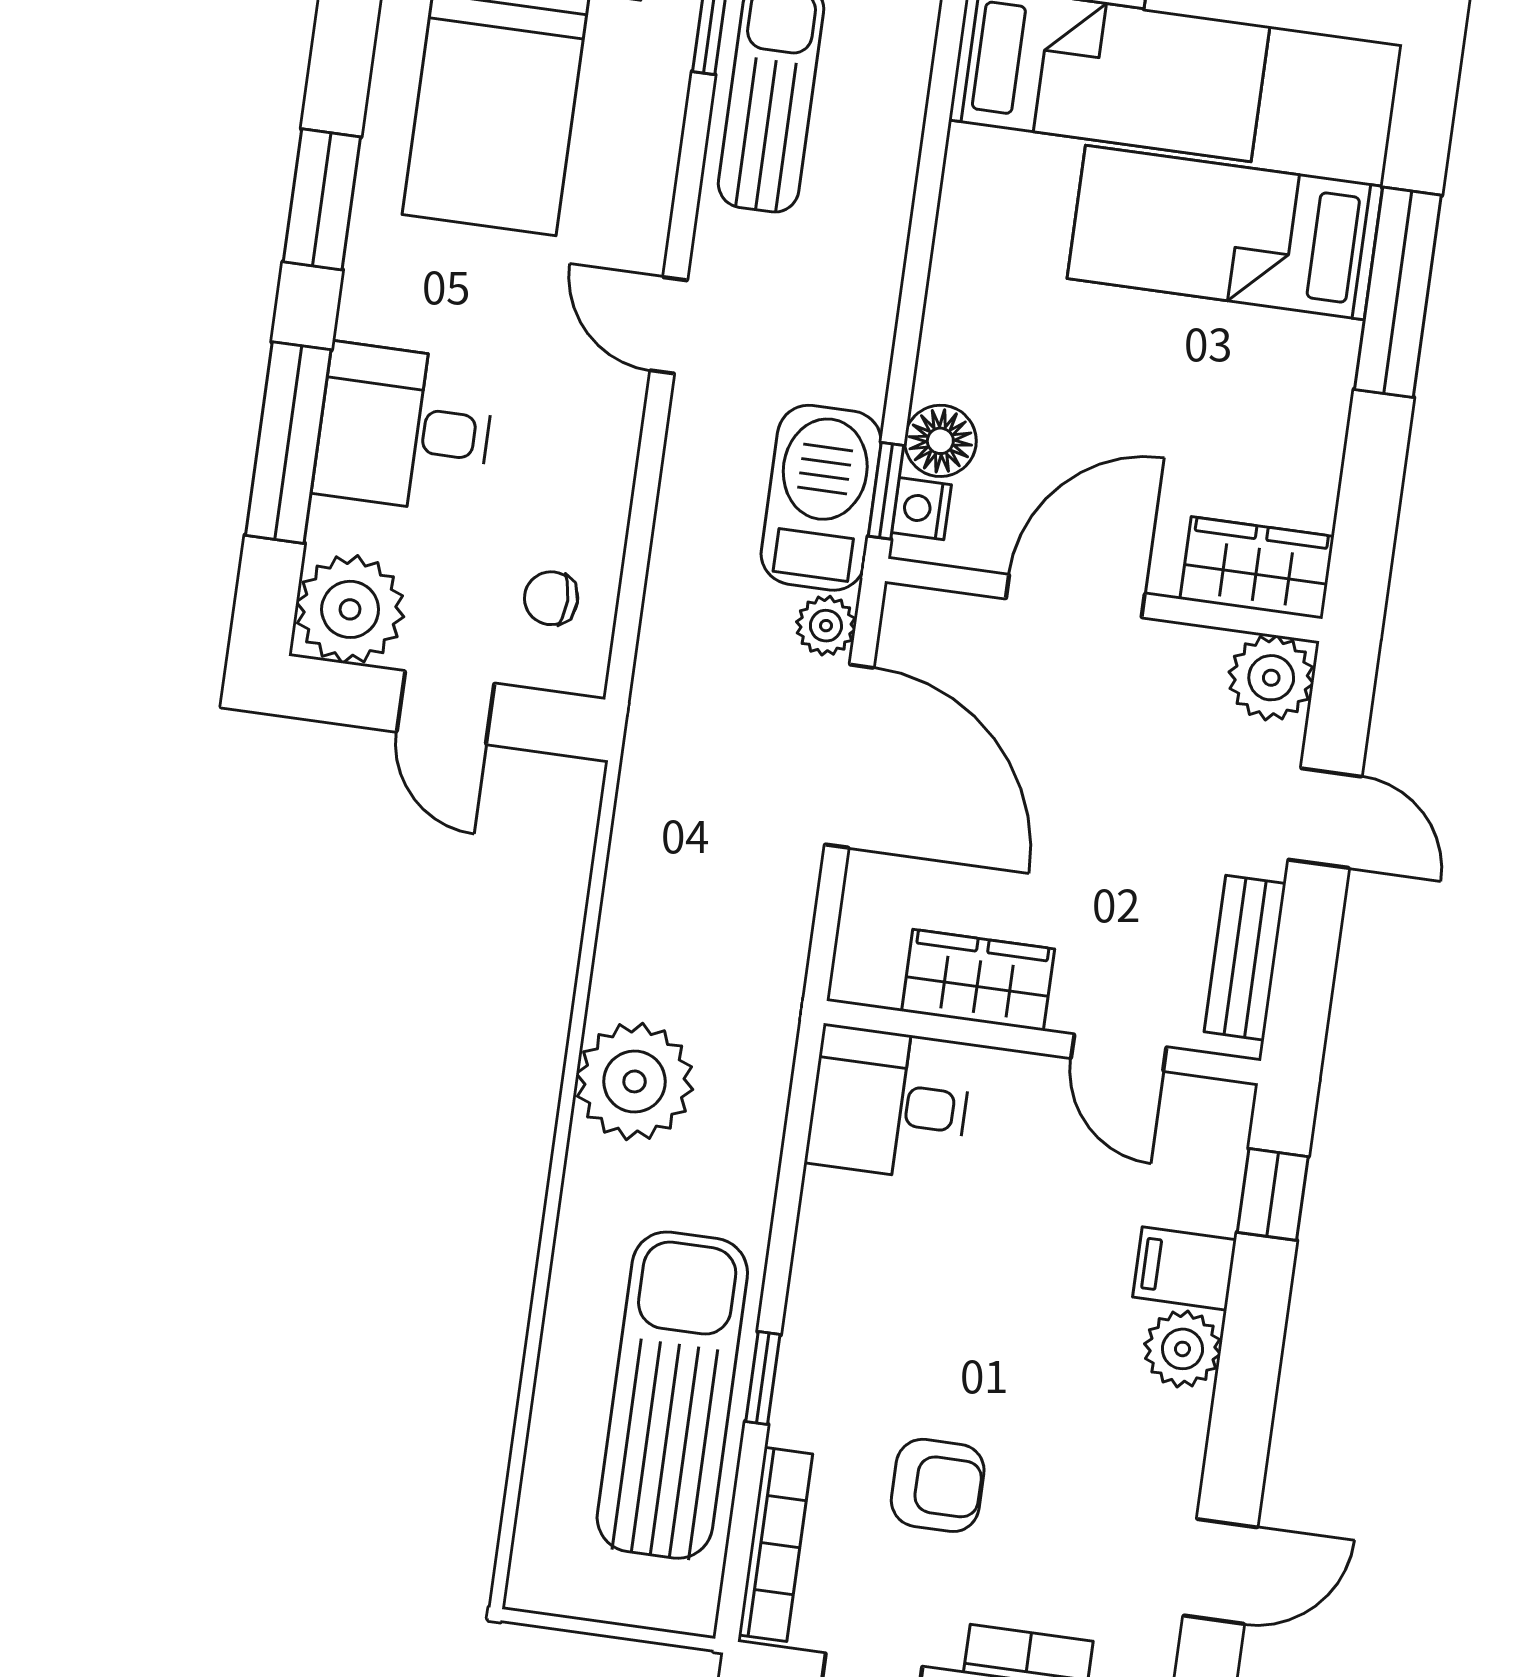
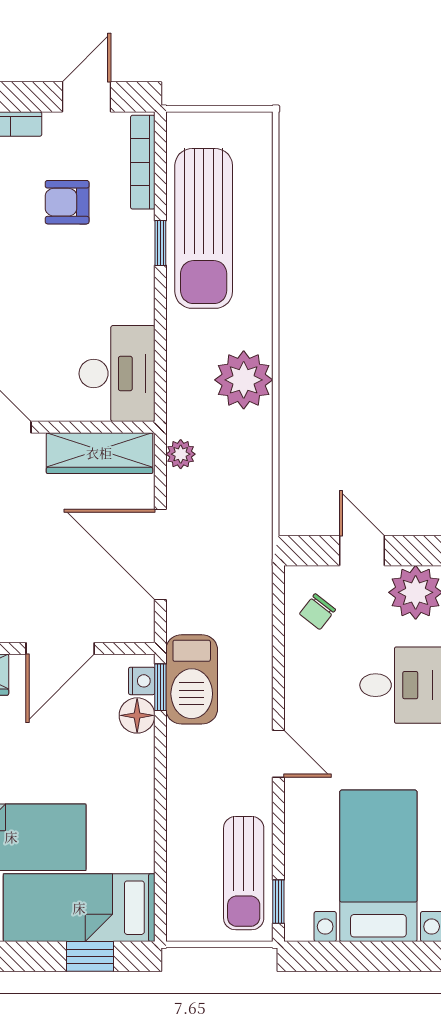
chair: (551, 598) -> (317, 612), turned 128
plant: (826, 626) -> (181, 454), moved
wardrobe: (978, 980) -> (99, 453), width x1.50
desk: (889, 1103) -> (117, 374), width x1.37

